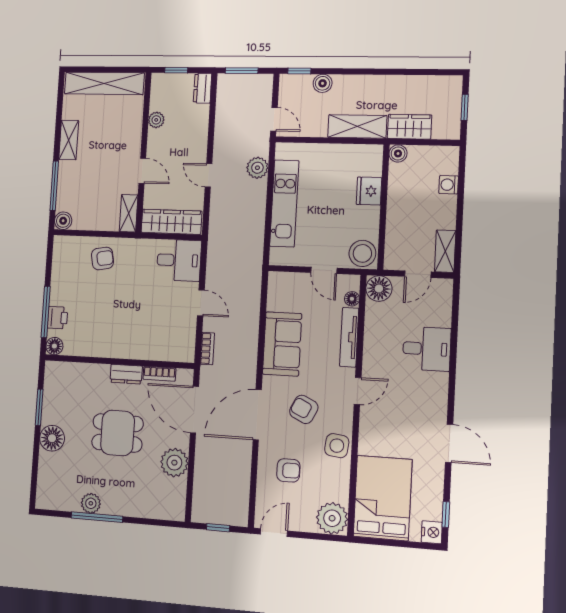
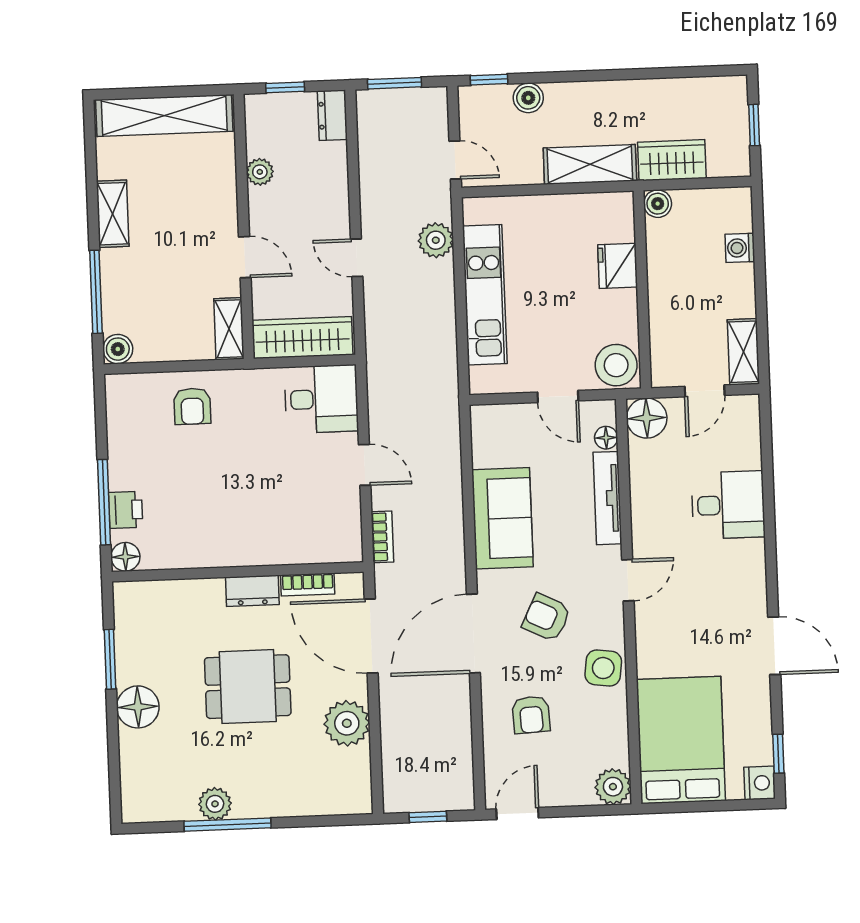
armchair: (102, 258) -> (192, 406), turned 100
armchair: (288, 470) -> (531, 715), turned 87
plant: (332, 518) -> (613, 787), width x0.73, depth x0.73

